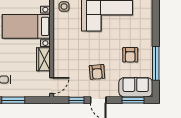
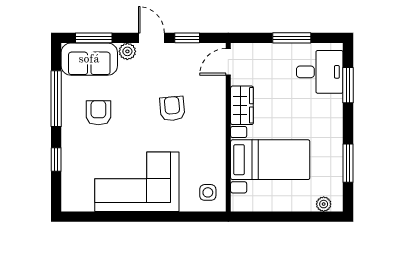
window: (156, 26) -> (56, 160), added
armchair: (97, 72) -> (172, 109), moved
plant: (113, 92) -> (127, 51), added

